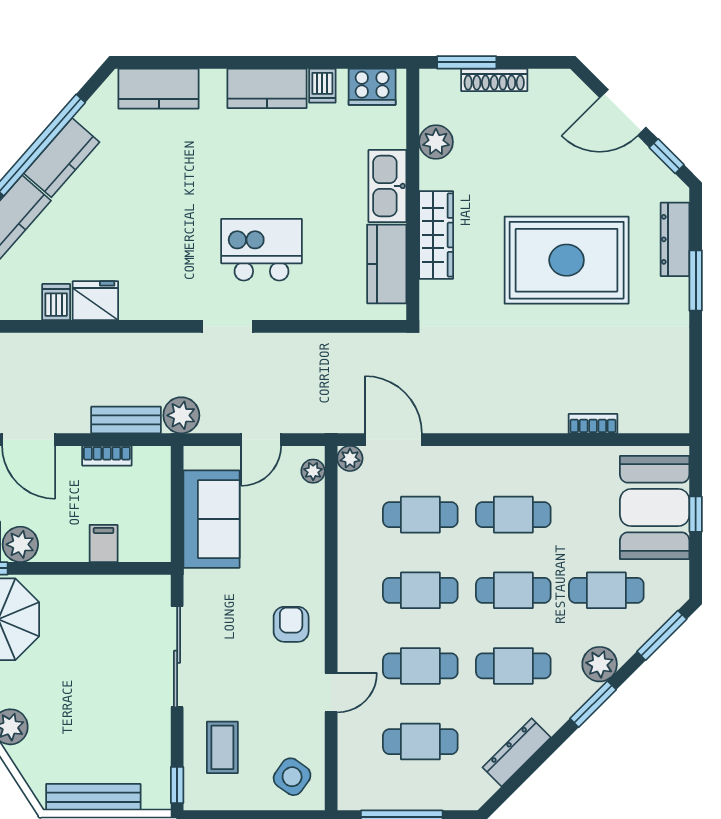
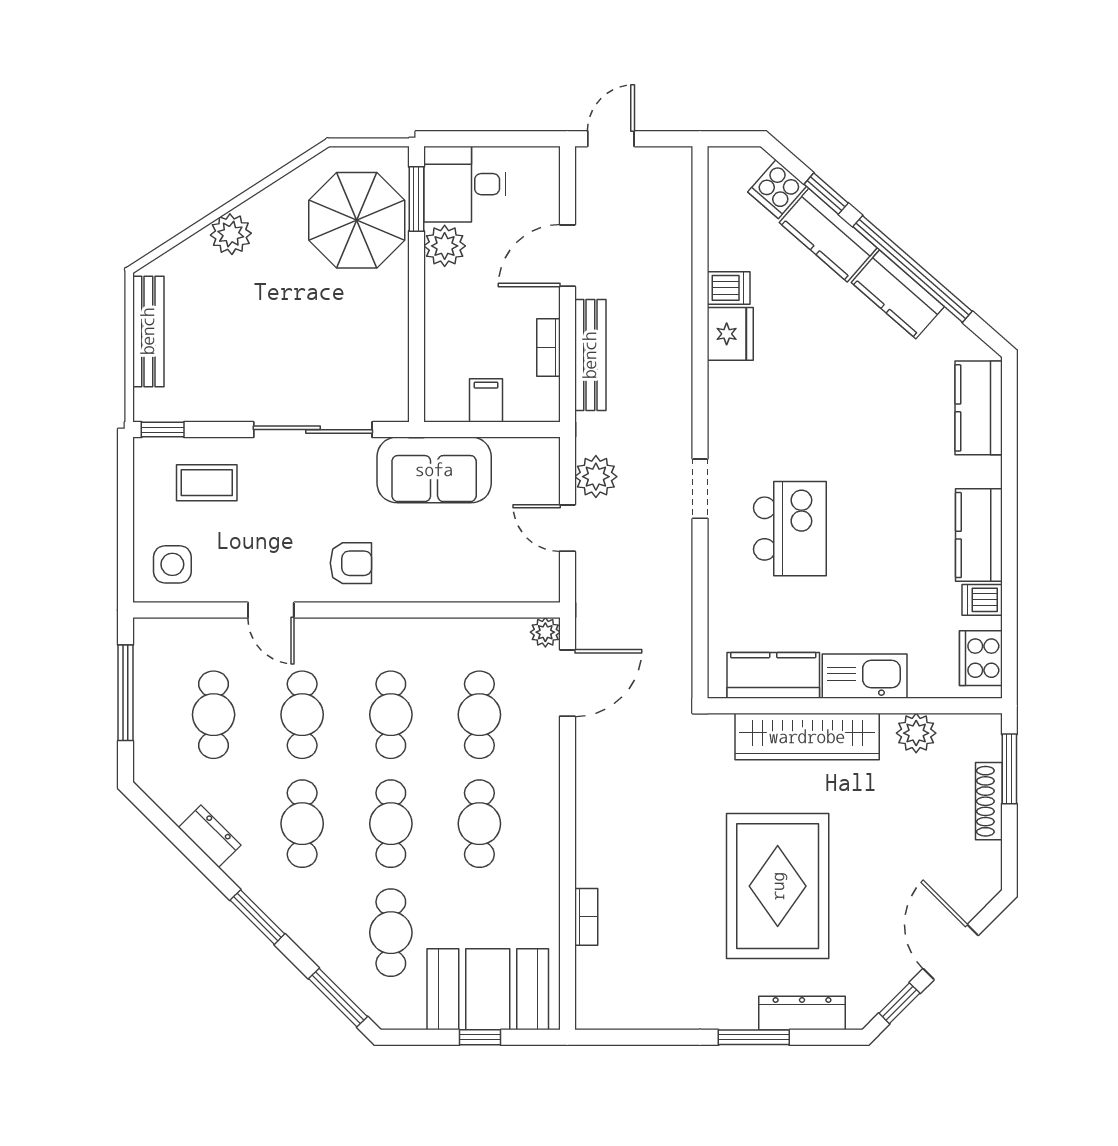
wardrobe: (436, 235) -> (807, 737), width x1.40, depth x1.17
plant: (181, 415) -> (596, 477), moved
bench: (126, 420) -> (590, 355), width x1.36
plant: (313, 471) -> (530, 589), removed
sofa: (211, 519) -> (434, 470), moved
filing cabinet: (104, 543) -> (486, 400), moved, turned -90
plant: (600, 664) -> (304, 925), removed
dresser: (517, 752) -> (210, 836), width x0.70
side table: (292, 777) -> (172, 564), turned -35

